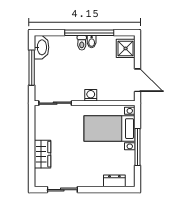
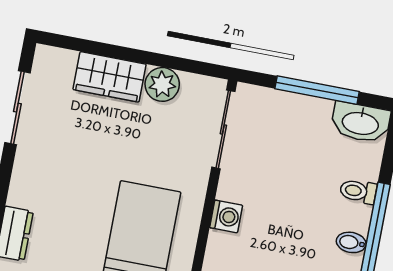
toilet: (82, 43) -> (358, 191), moved
plant: (41, 132) -> (162, 84), added

